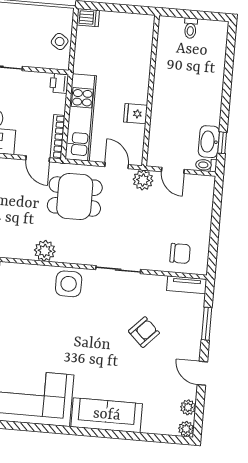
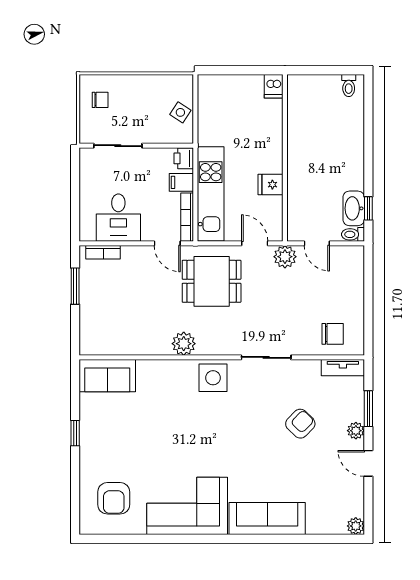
dishwasher: (88, 18) -> (274, 86), moved, turned 90
toilet: (190, 28) -> (349, 85), moved
filing cabinet: (55, 105) -> (181, 182), added
plant: (188, 407) -> (356, 431), moved

